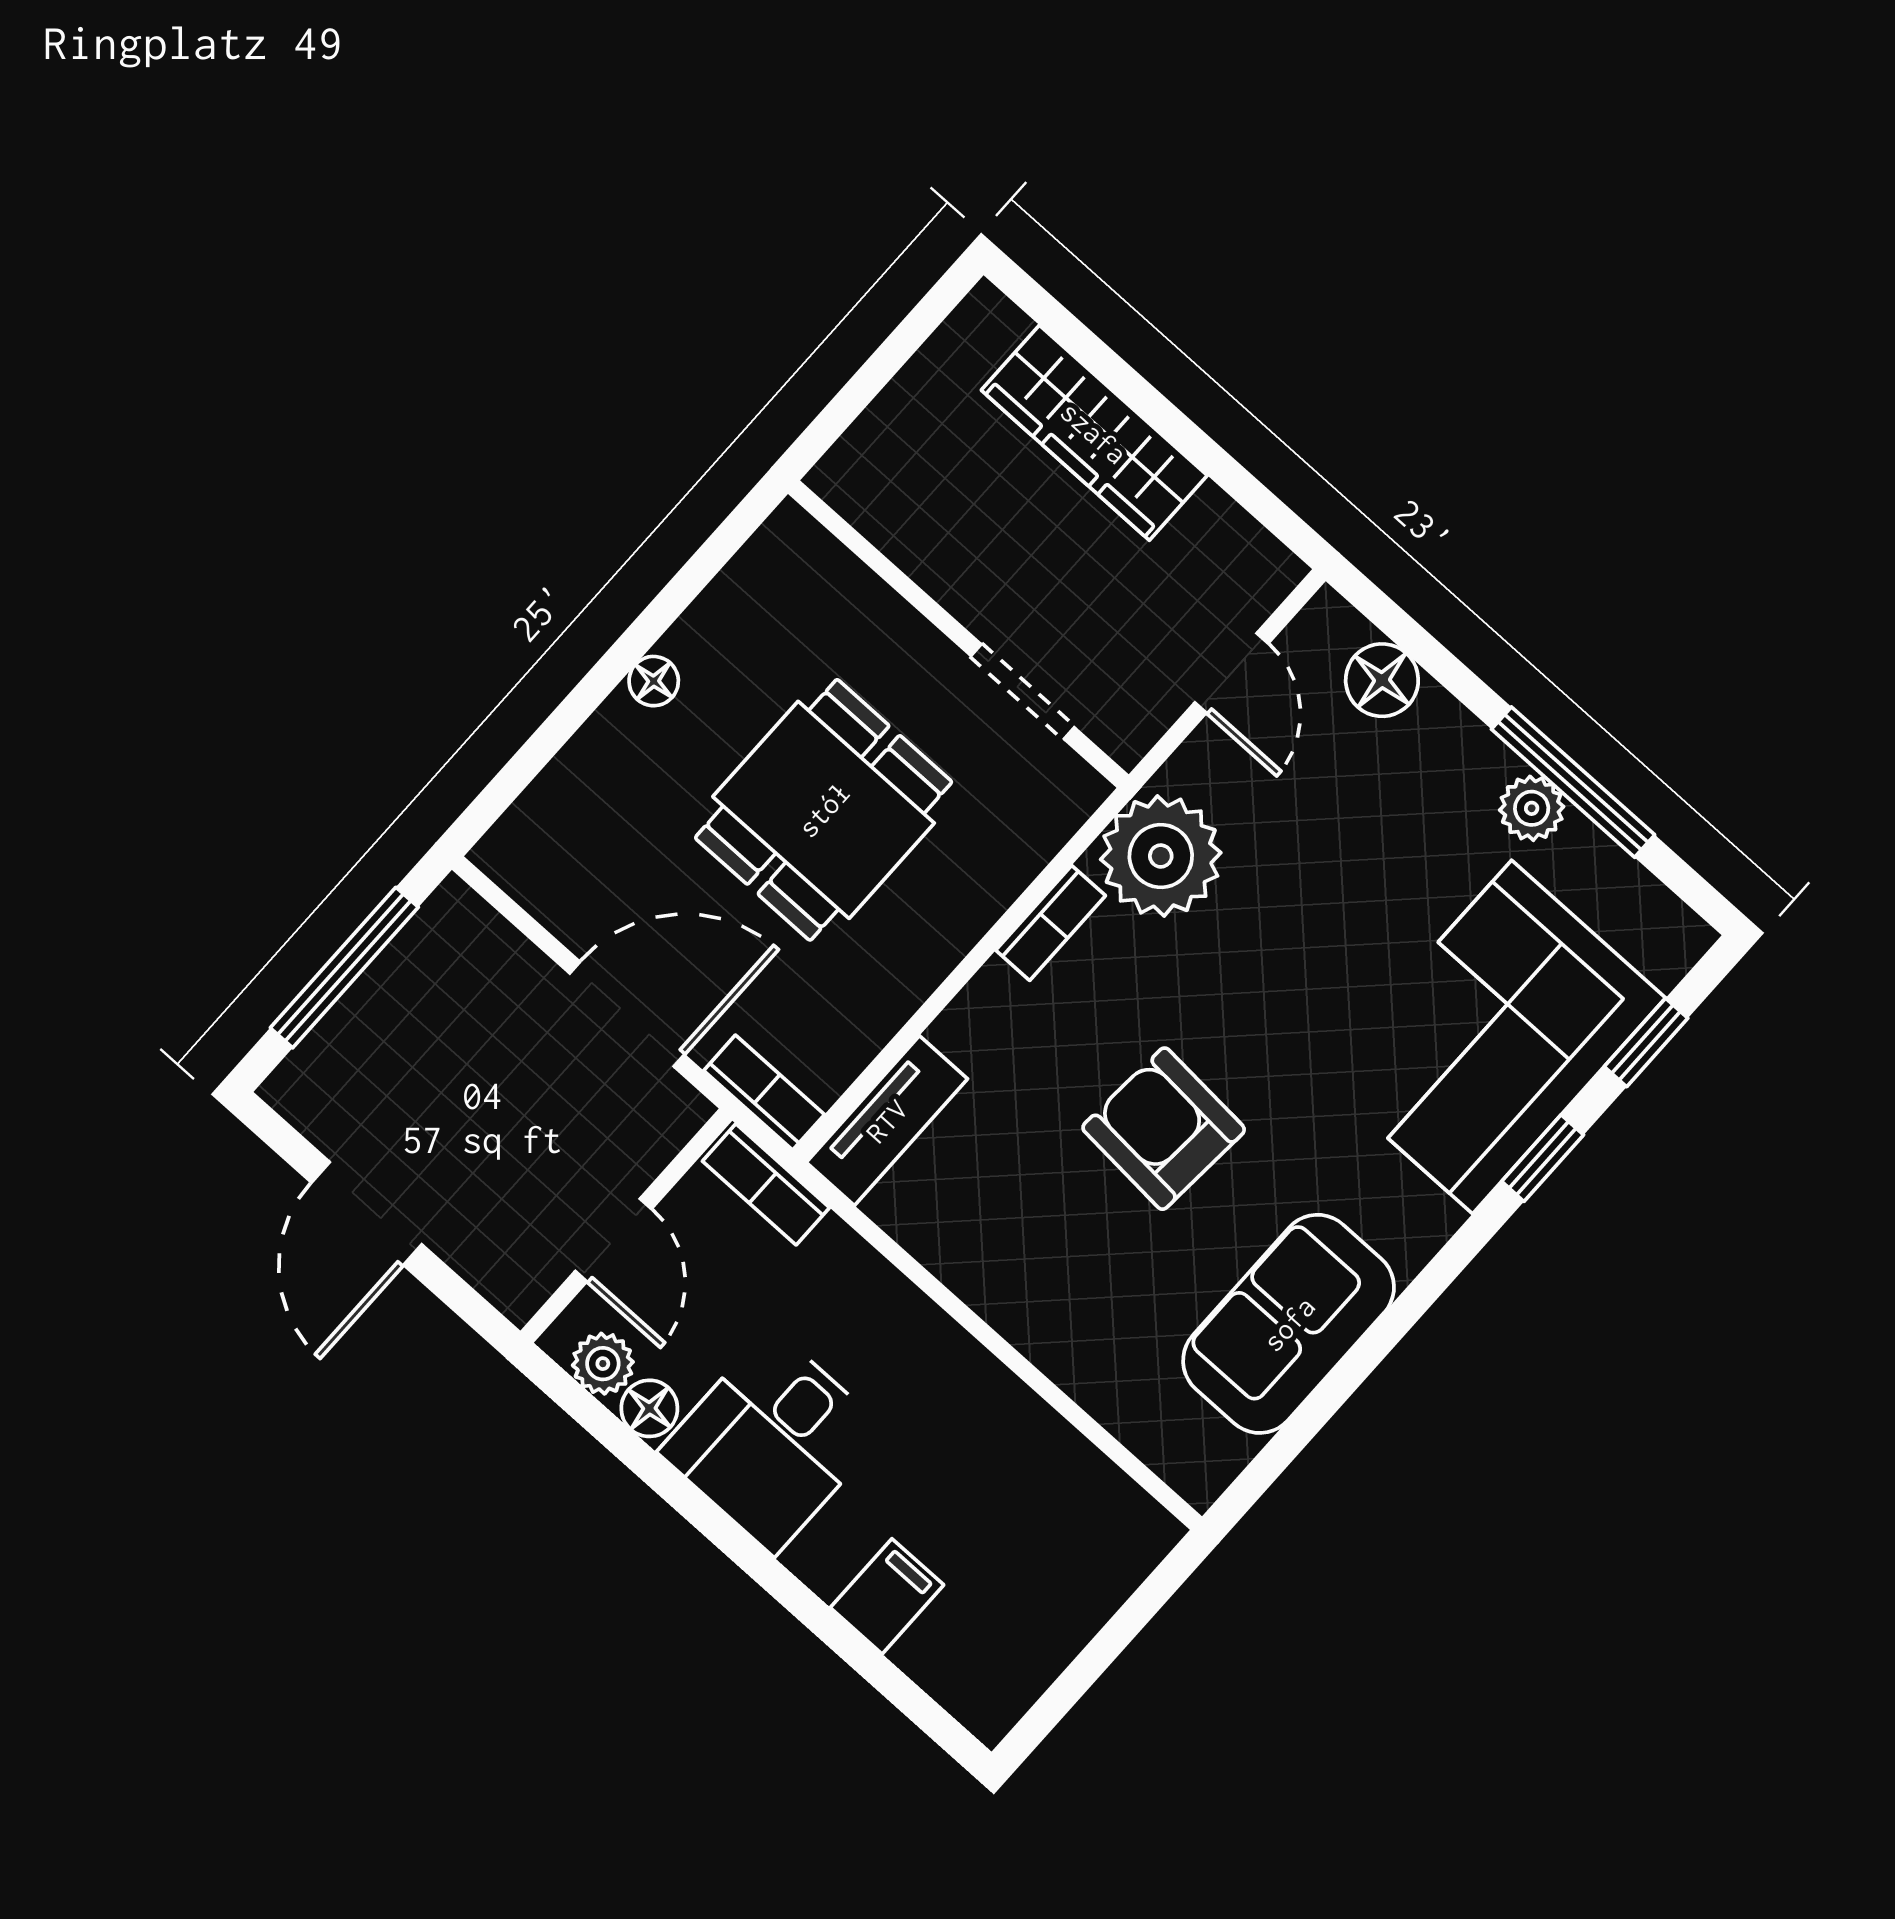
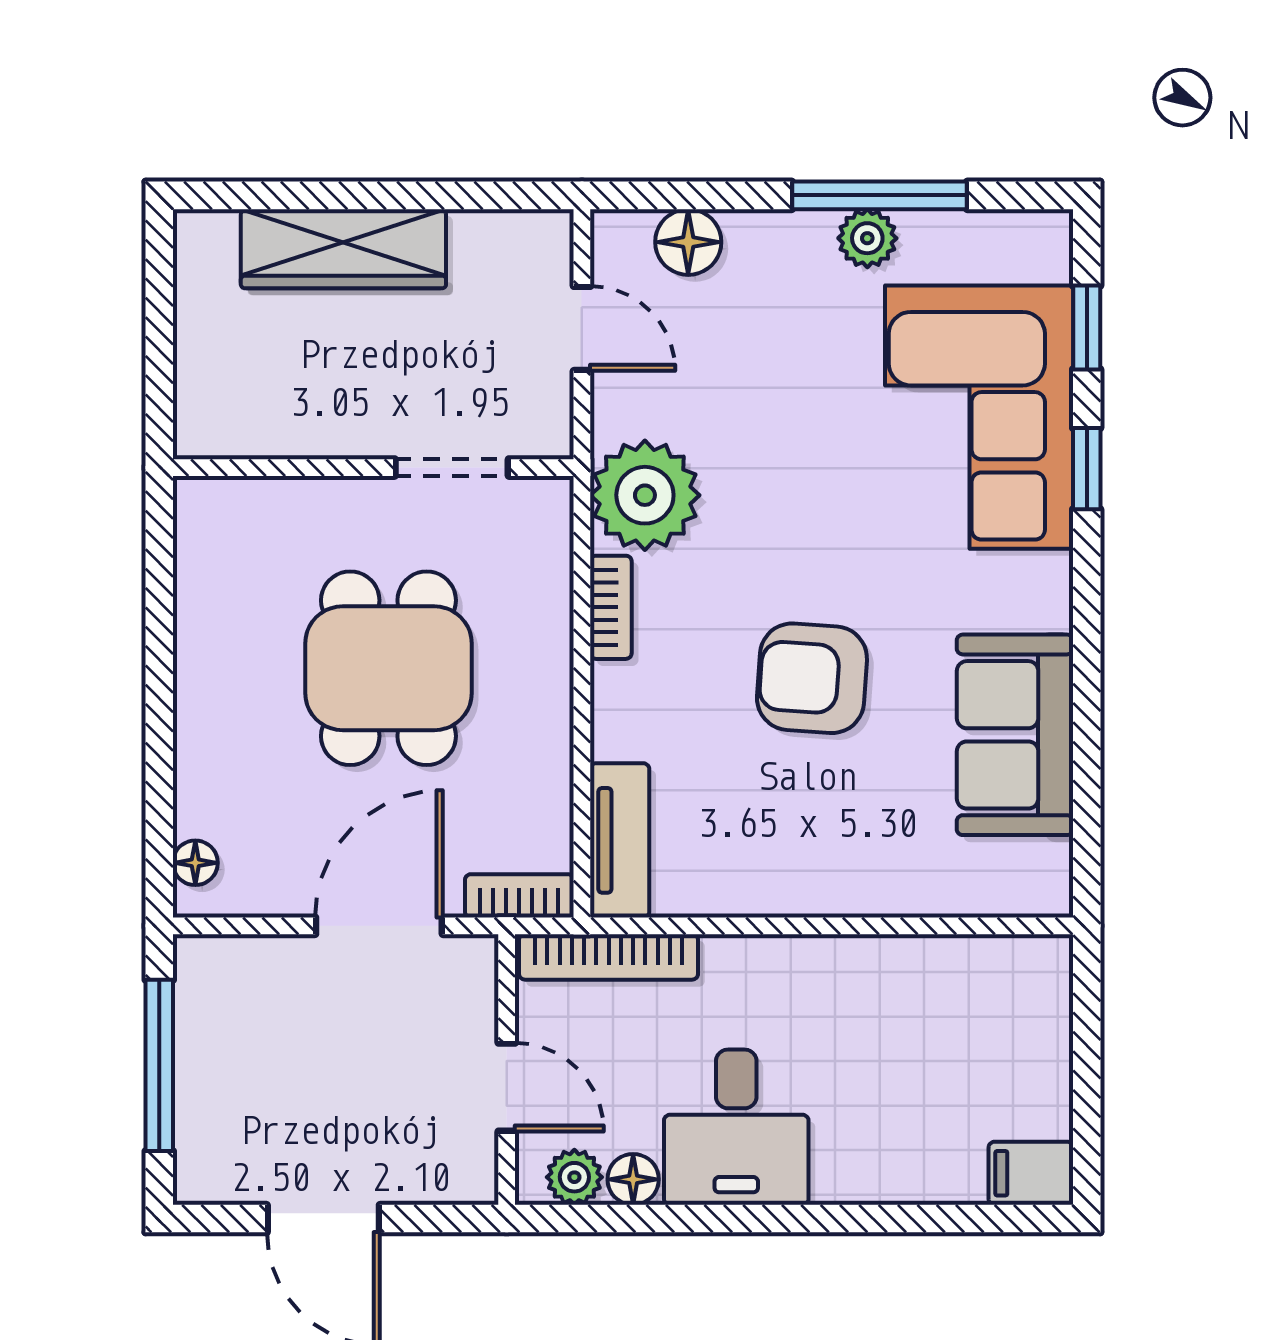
floor lamp: (654, 681) -> (195, 863), moved
bookcase: (766, 1184) -> (609, 957), width x1.56
filing cabinet: (887, 1596) -> (1031, 1173), moved, turned -90

